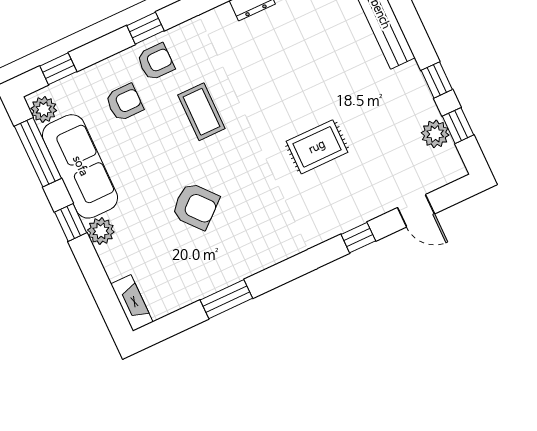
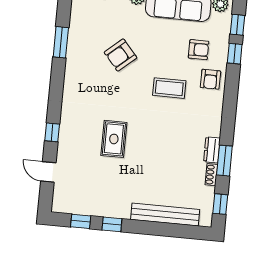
window: (145, 28) -> (235, 54), moved
armchair: (124, 102) -> (199, 50), turned -90
plant: (435, 134) -> (83, 206), removed
door: (416, 211) -> (48, 172), hinge flipped

